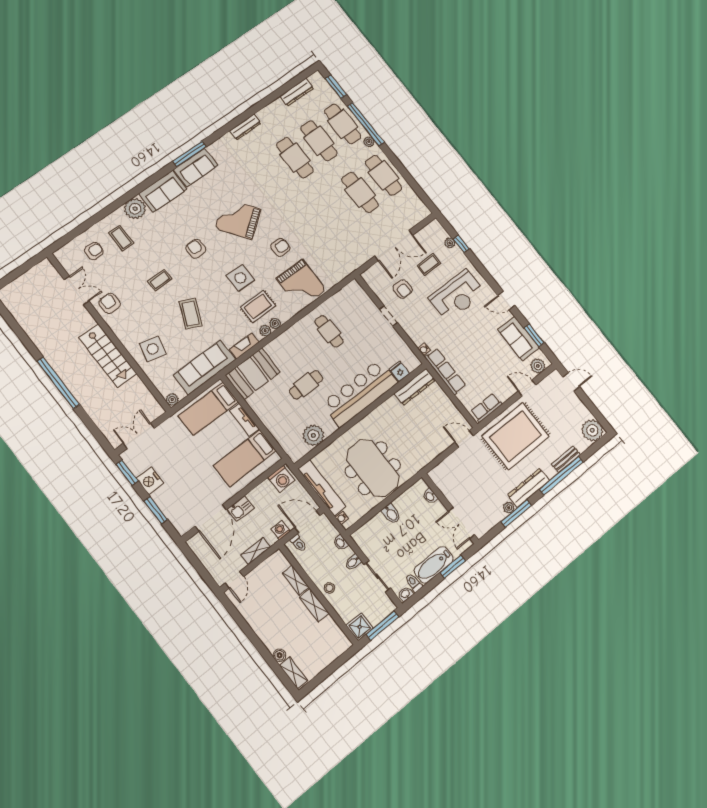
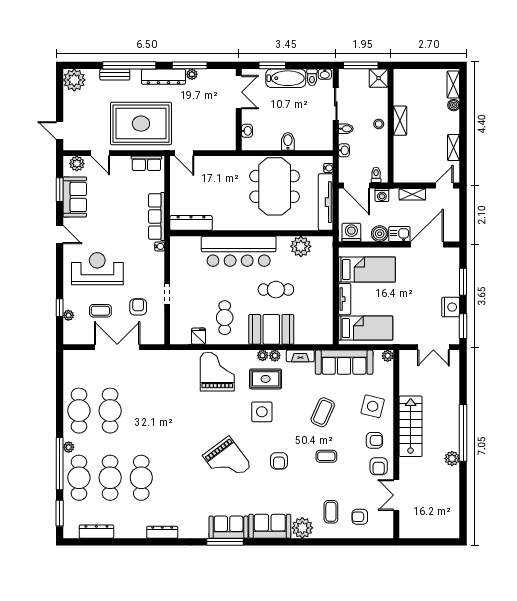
armchair: (280, 247) -> (374, 440), moved, turned 180
plant: (51, 355) -> (452, 458), added
fridge: (399, 371) -> (199, 336), moved, turned 180
booth: (253, 374) -> (271, 329), moved
boiler: (257, 496) -> (380, 234), added
shelving: (296, 580) -> (454, 148), moved

